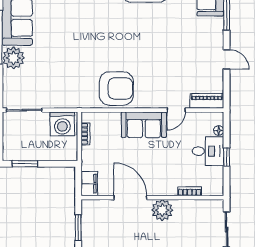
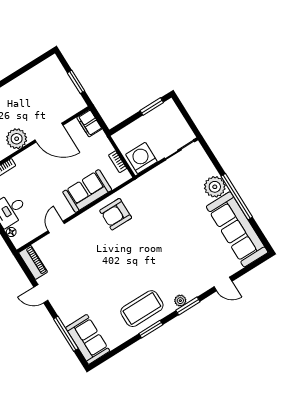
armchair: (116, 88) -> (116, 214), width x0.73, depth x0.73
piano: (207, 101) -> (33, 262), moved, turned -90
sofa: (144, 125) -> (87, 191), moved

